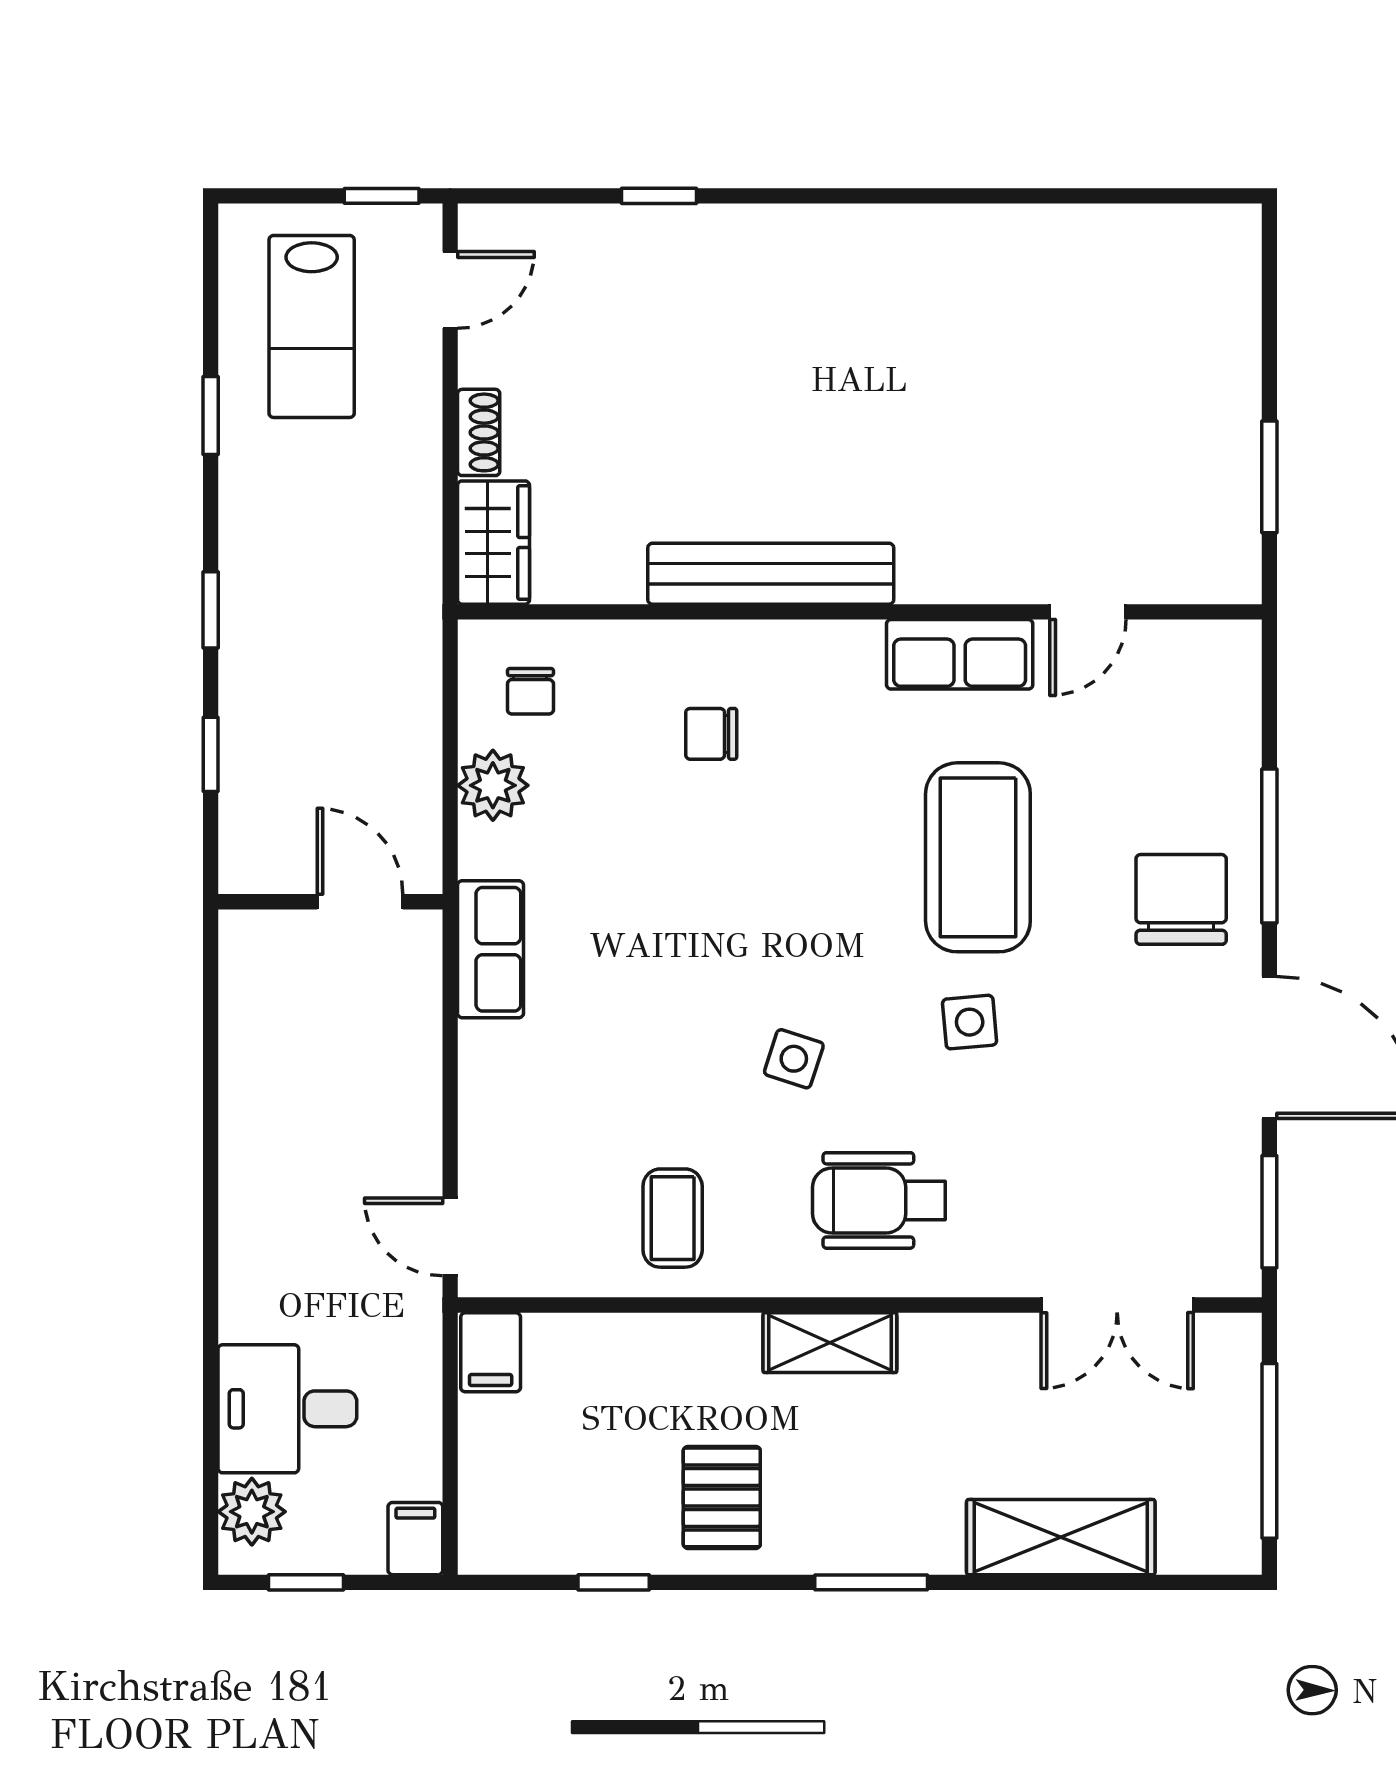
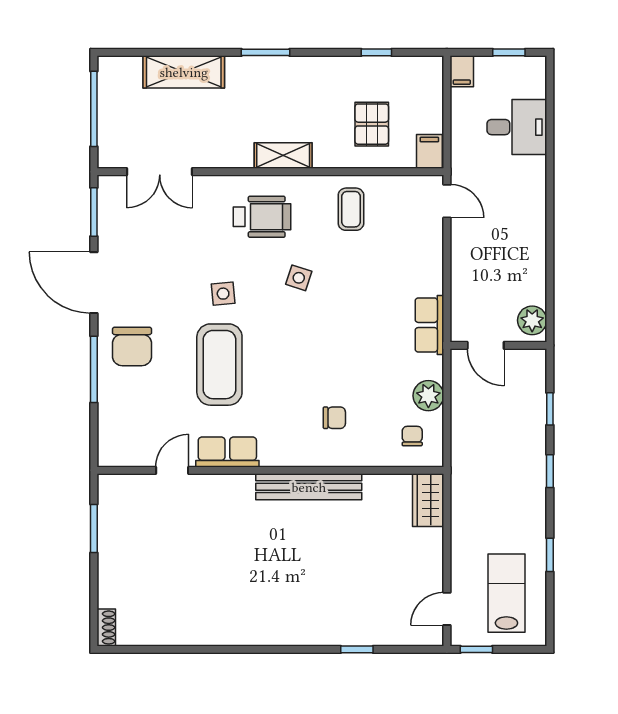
shoe rack: (479, 432) -> (106, 628), moved, turned 180
double door: (1117, 1305) -> (160, 172), swing flipped
pallet: (722, 1497) -> (372, 124), moved
plant: (252, 1512) -> (532, 320), moved

